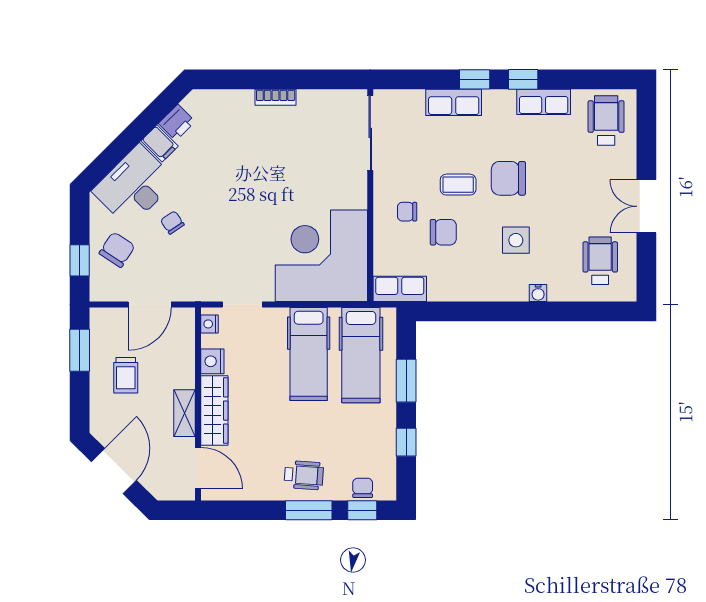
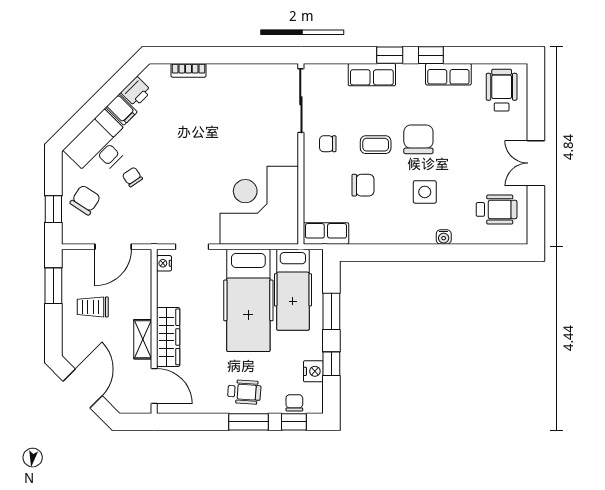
bookcase: (276, 97) -> (188, 70), moved
chair: (508, 178) -> (418, 139), turned 90
chair: (407, 212) -> (328, 144), moved
wheelchair: (600, 261) -> (497, 209), turned 90
hospital bed: (309, 354) -> (248, 300), width x1.37, depth x1.29
nightstand: (212, 361) -> (313, 371), moved, turned 180
trolley: (126, 375) -> (93, 307), turned 90

